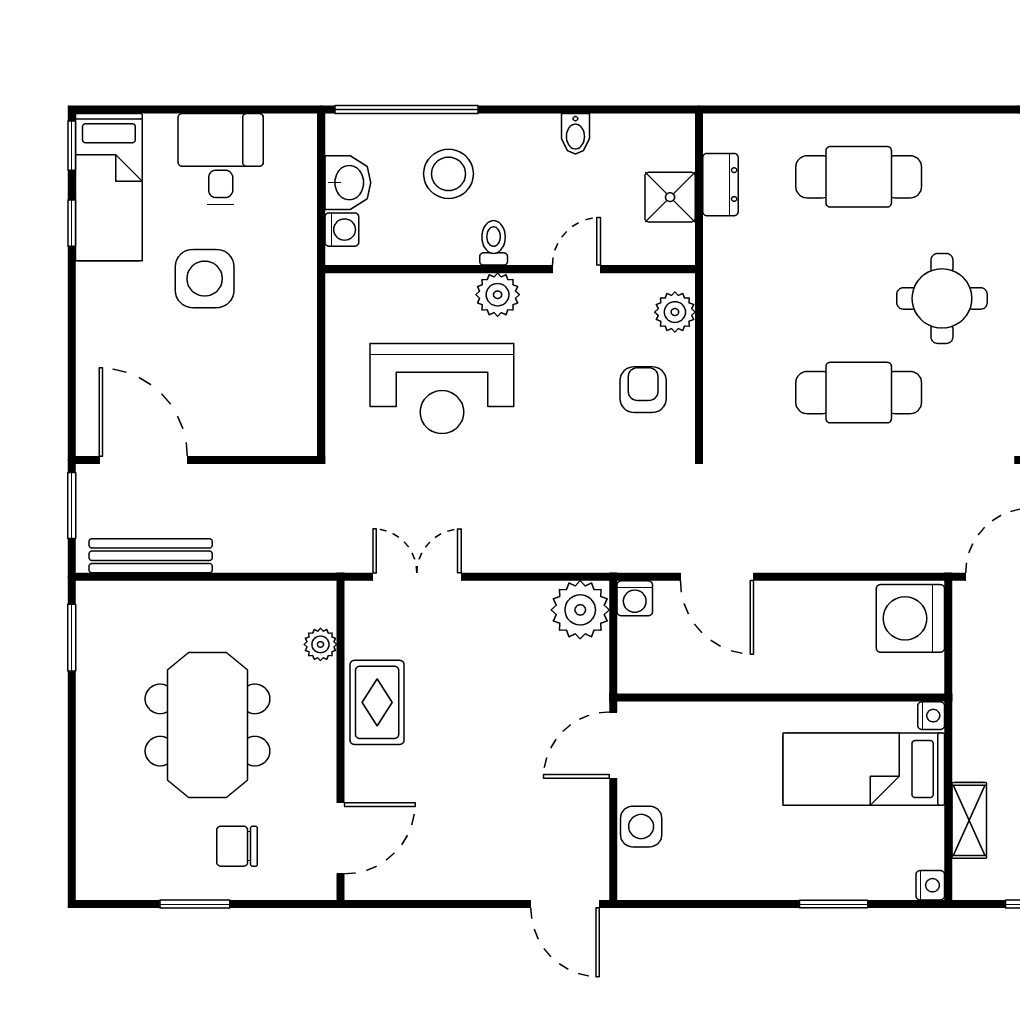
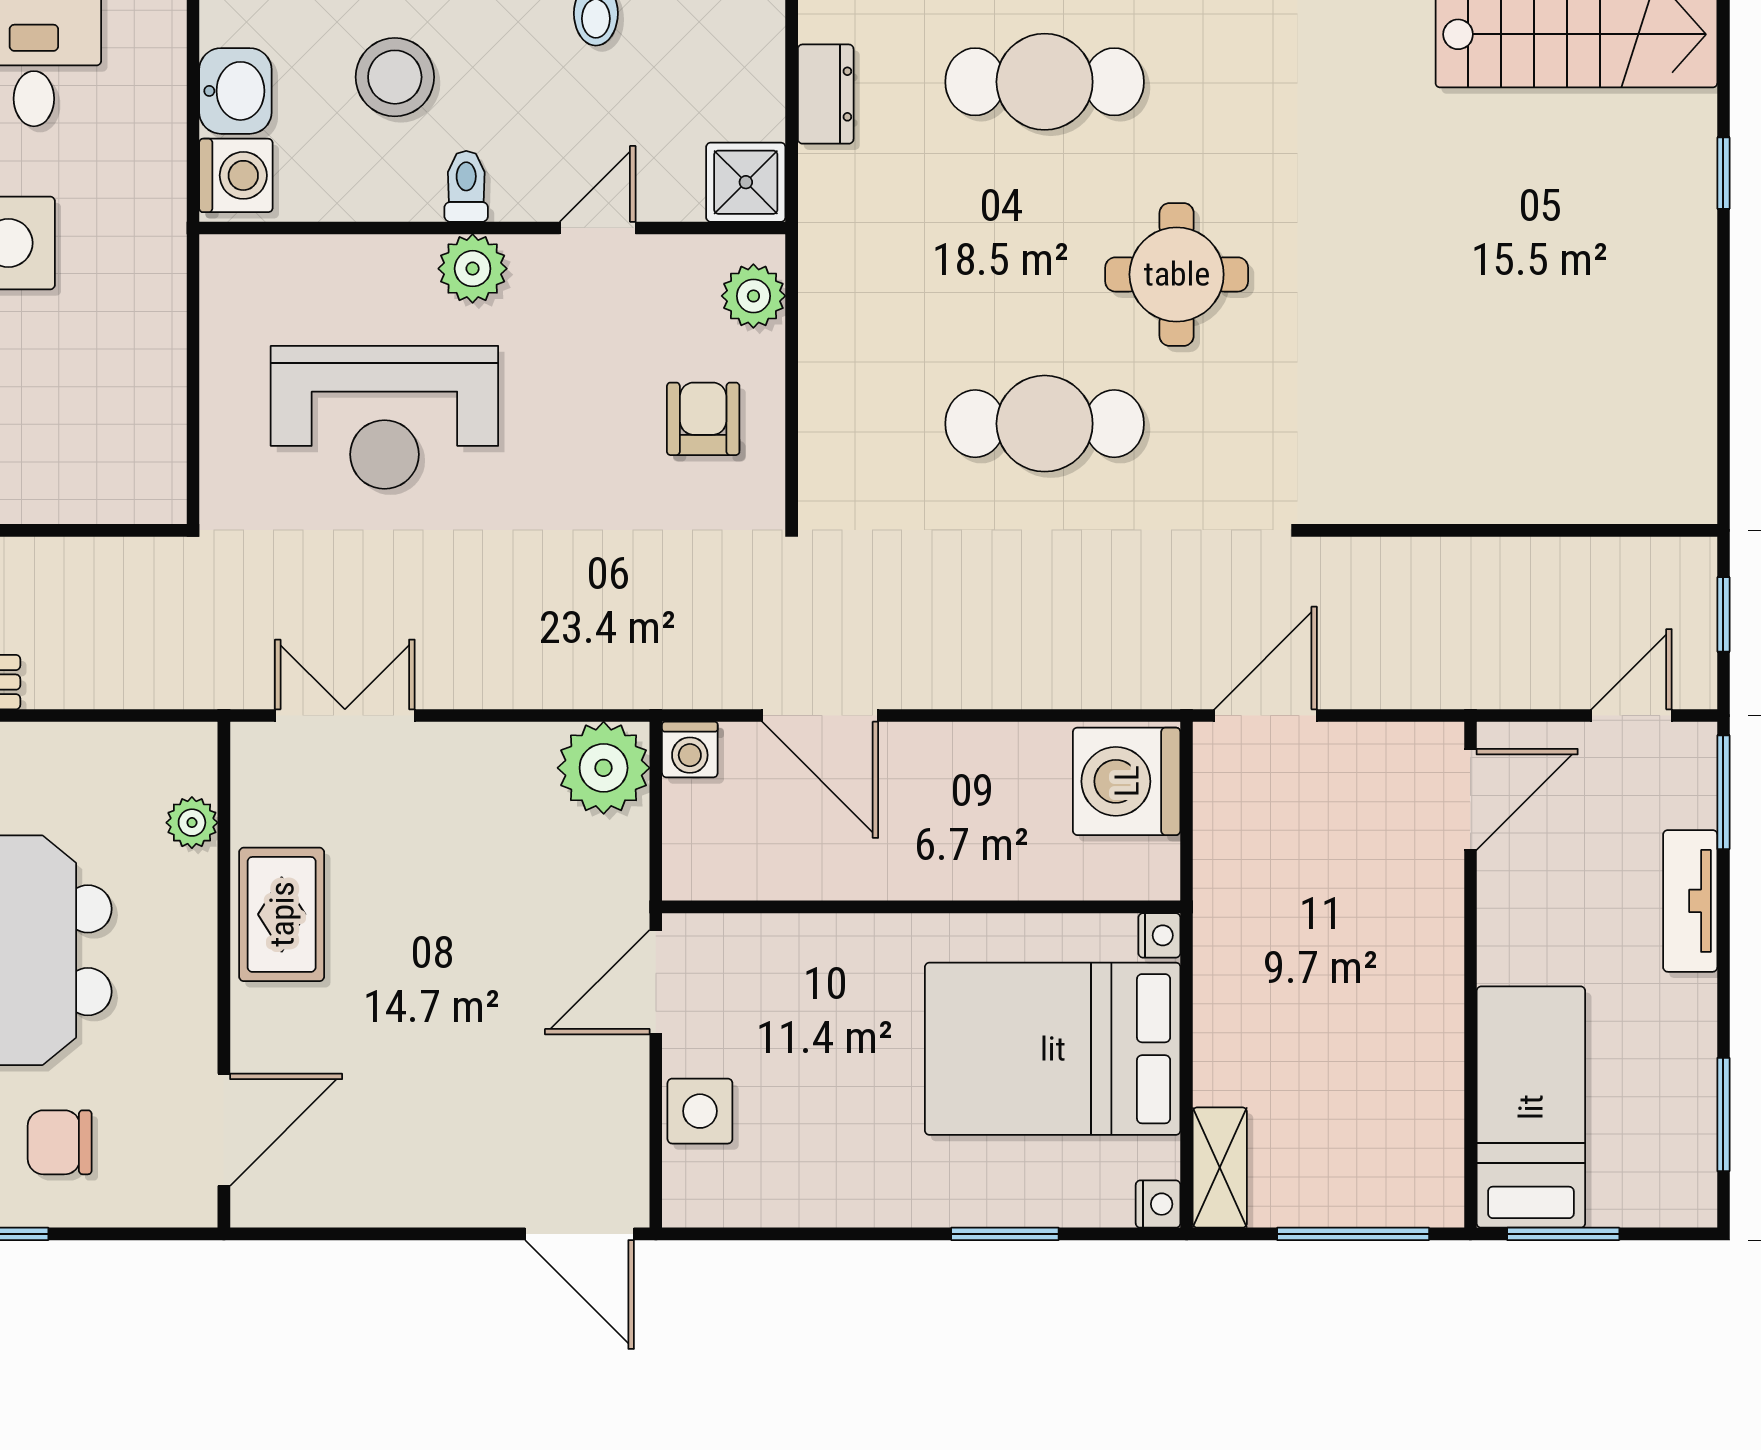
shower: (670, 197) -> (746, 182), moved
washing machine: (342, 230) -> (236, 175), width x1.38, depth x1.38
bed: (864, 769) -> (1053, 1049), width x1.50
shelving: (969, 820) -> (1220, 1168), moved

